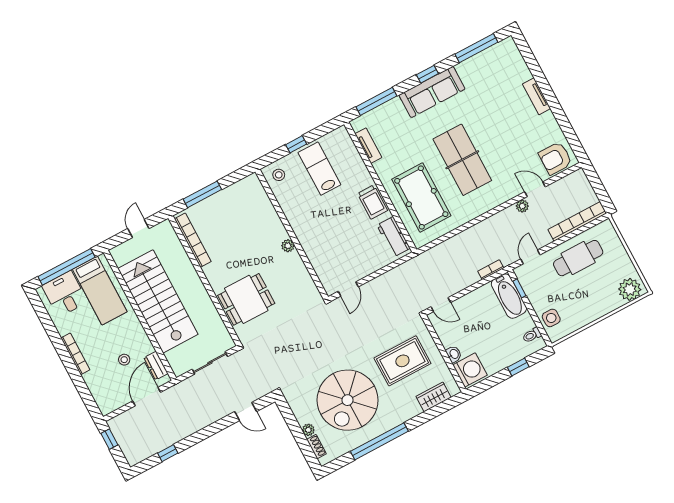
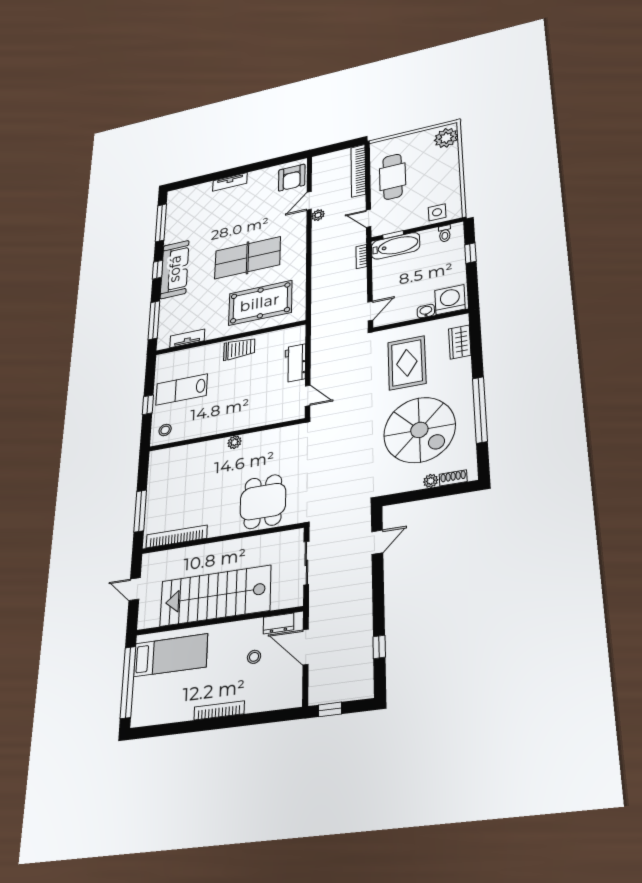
workbench: (394, 237) -> (295, 363), moved, turned 90
desk: (65, 294) -> (153, 696), removed

